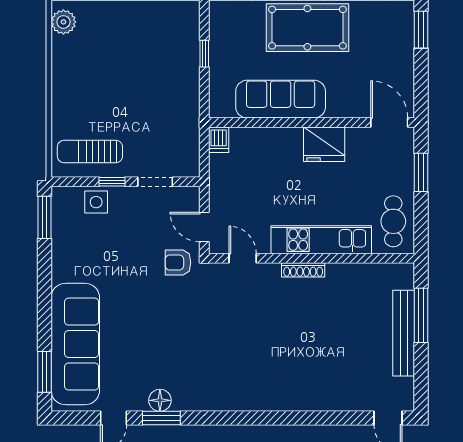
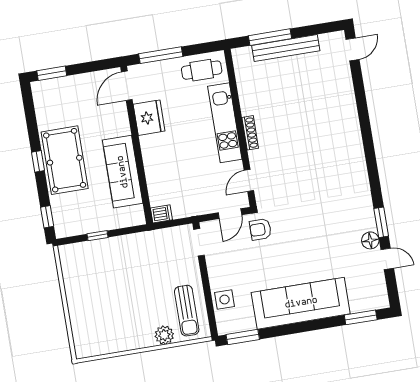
plant: (63, 22) -> (164, 335), moved
fridge: (324, 144) -> (149, 118), moved
window: (421, 172) -> (161, 55), width x1.44
window: (112, 182) -> (207, 290), removed
doorway: (155, 182) -> (199, 242), moved
armchair: (178, 263) -> (260, 229), turned 90
sofa: (75, 344) -> (301, 303), moved
floor lamp: (160, 400) -> (370, 240), moved

